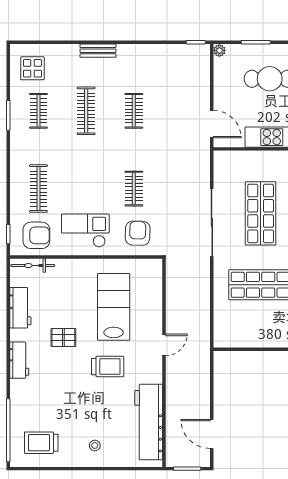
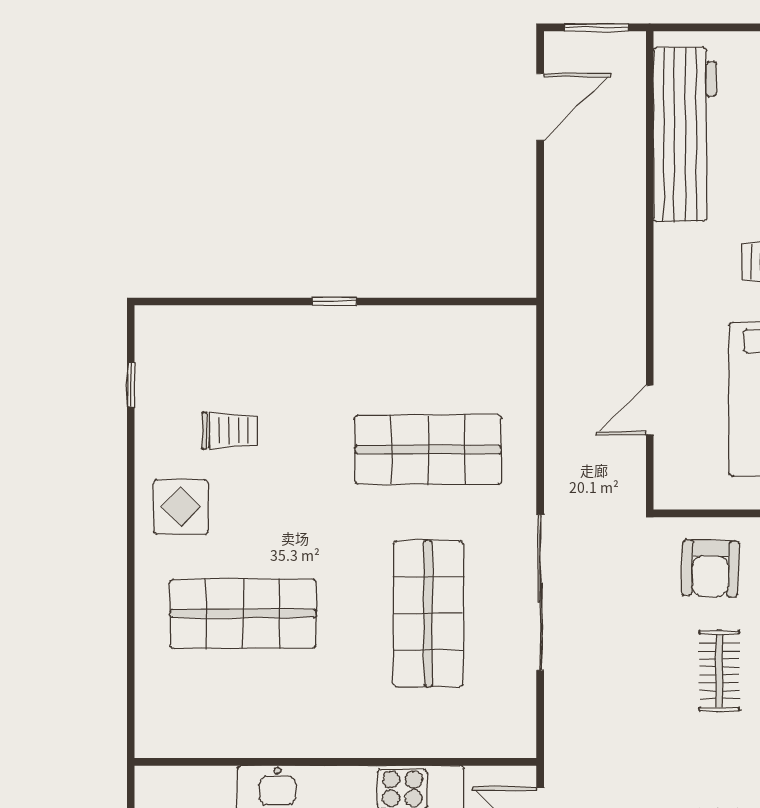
door: (164, 345) -> (650, 410), moved
door: (212, 434) -> (540, 107), hinge flipped

